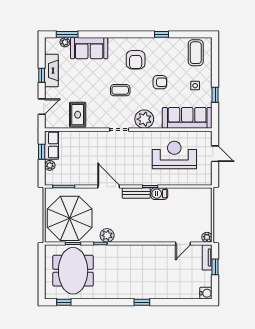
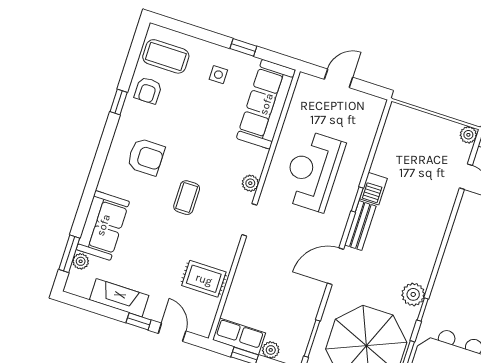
window: (42, 75) -> (139, 321), moved
armchair: (160, 82) -> (148, 90), moved, turned 180
plant: (144, 119) -> (250, 183), width x0.53, depth x0.53
reception desk: (174, 155) -> (313, 171), moved

